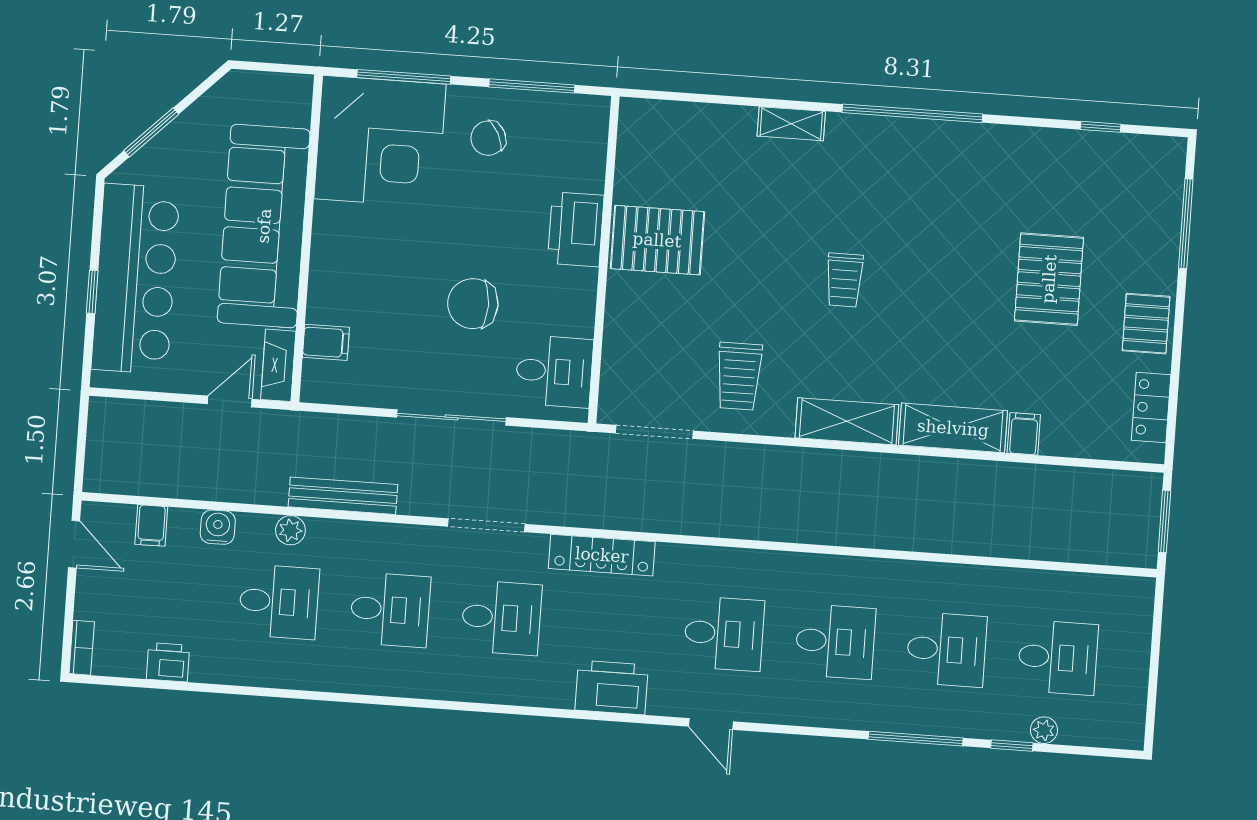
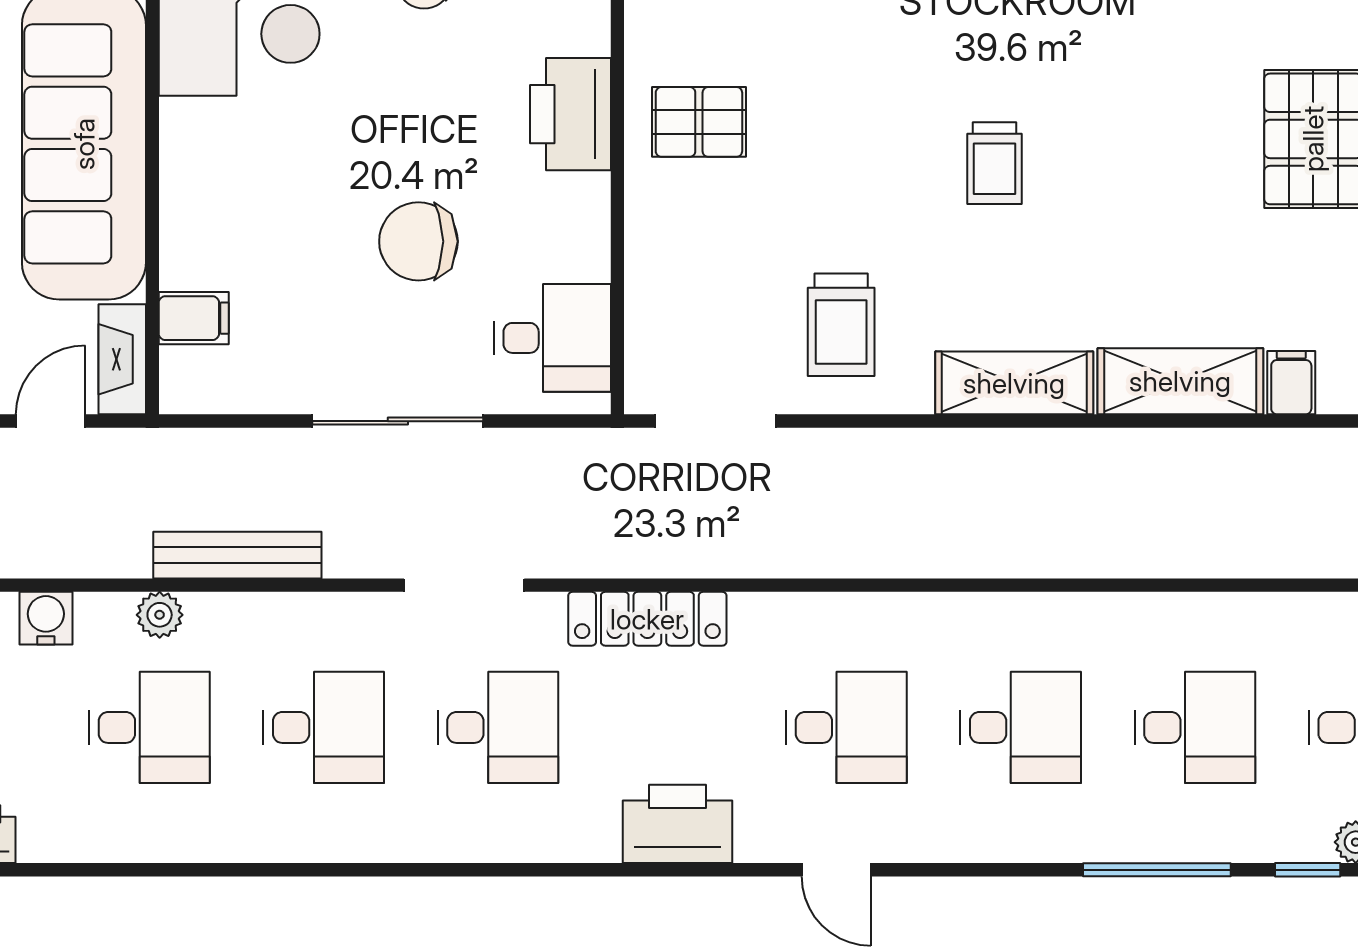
pallet: (657, 240) -> (699, 122), width x0.67, depth x0.71

